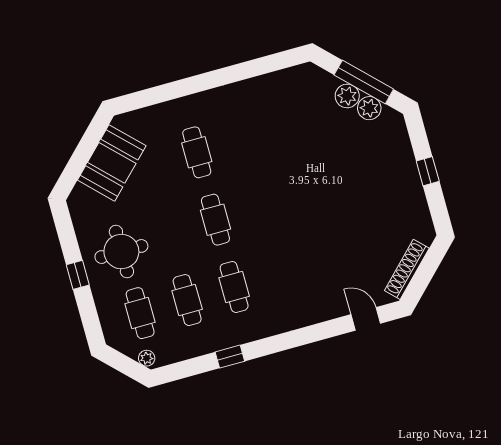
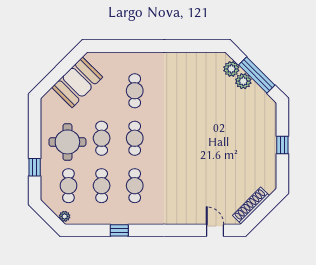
plant: (369, 108) -> (231, 69), moved
cafe table: (168, 233) -> (102, 138), added
window: (78, 275) -> (35, 167), moved

